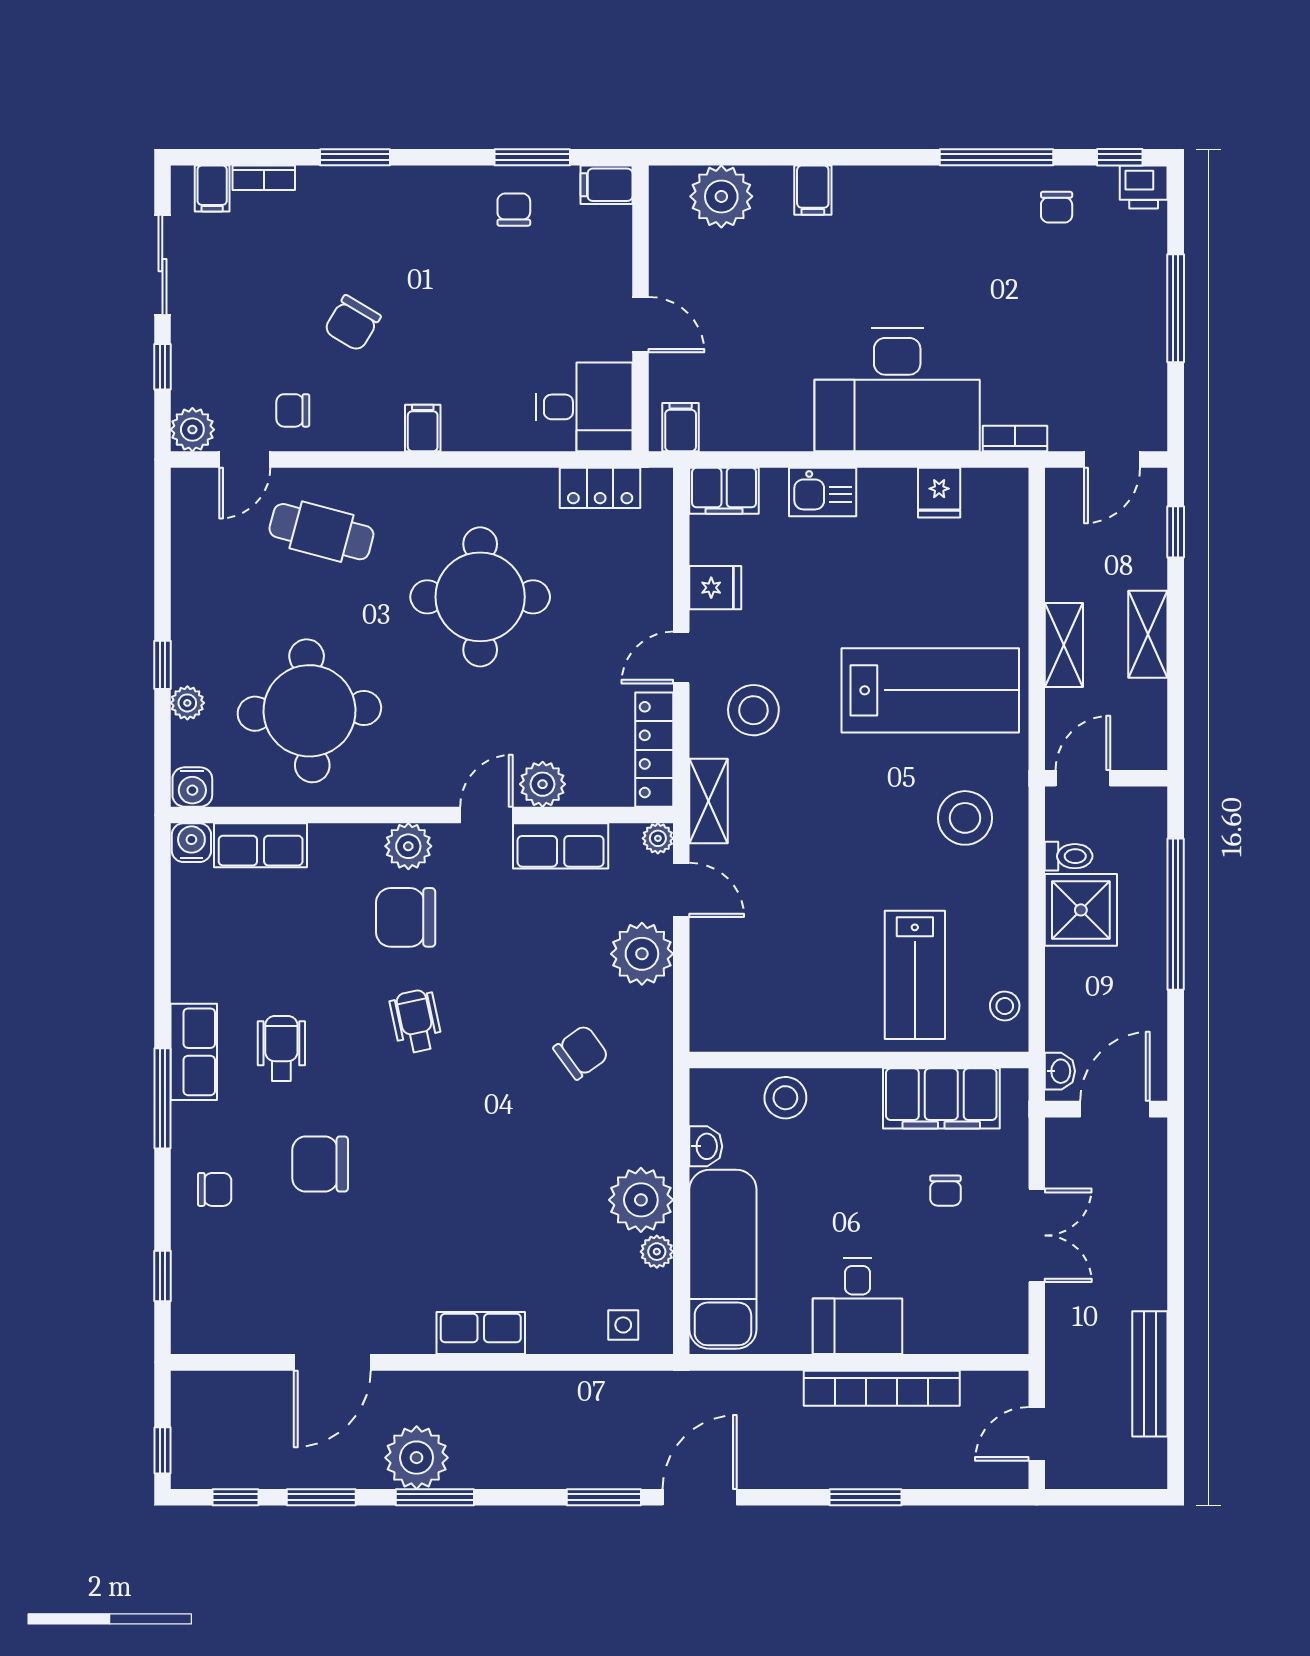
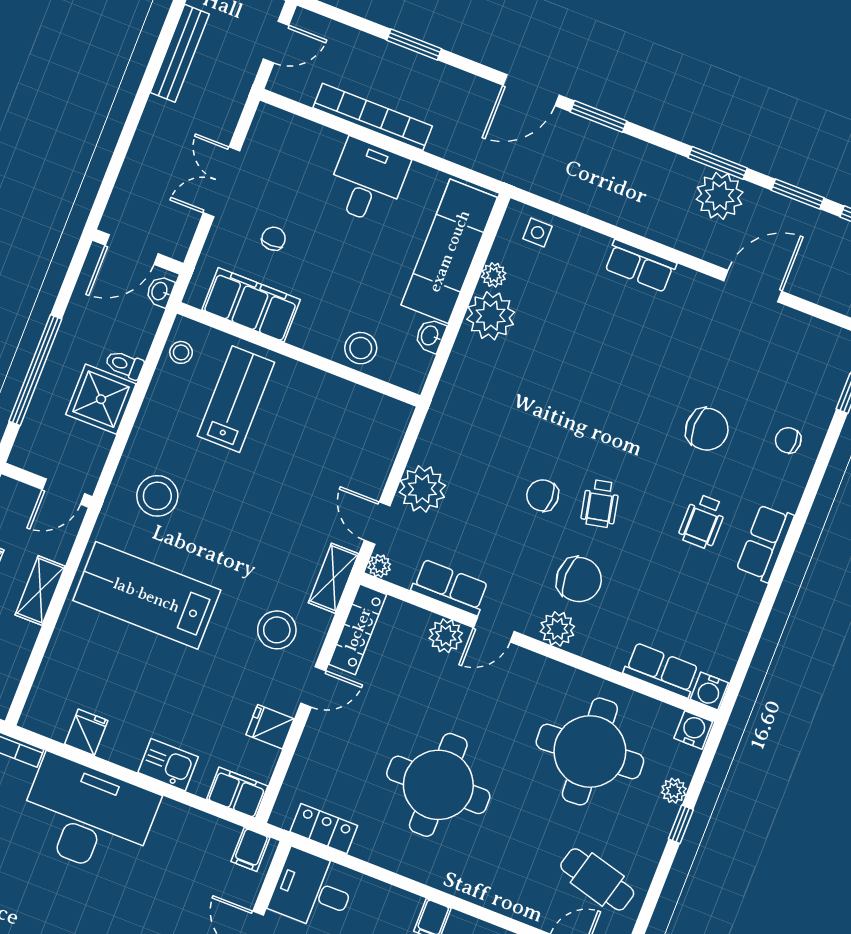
cafe table: (321, 532) -> (597, 879), moved
toilet: (1069, 856) -> (124, 365), moved
chair: (581, 1052) -> (543, 495), moved, turned 36
window: (162, 1098) -> (800, 519), removed

